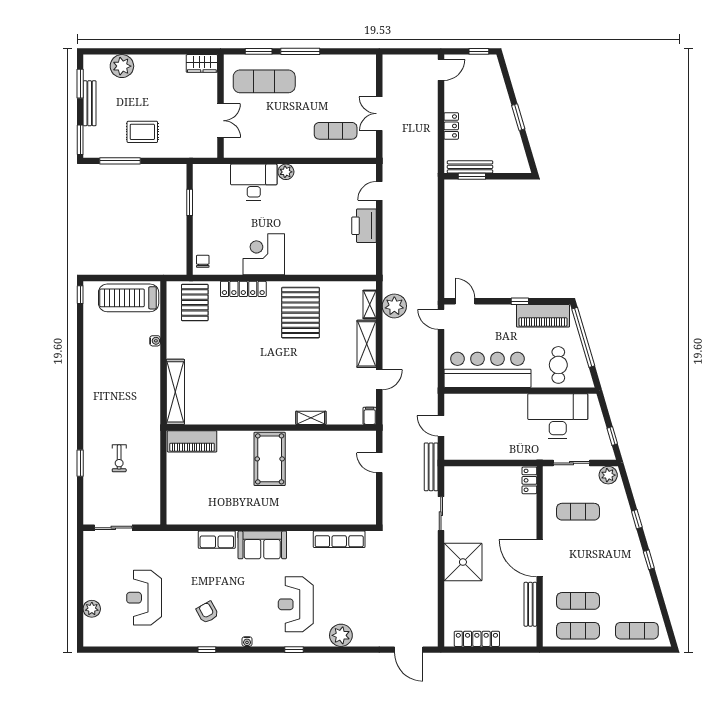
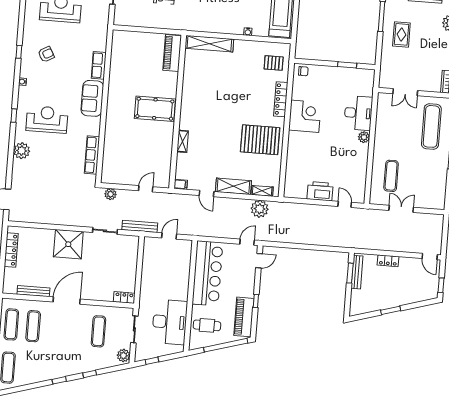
pallet: (195, 302) -> (274, 63), width x0.67, depth x0.71
plant: (390, 510) -> (111, 194), added

